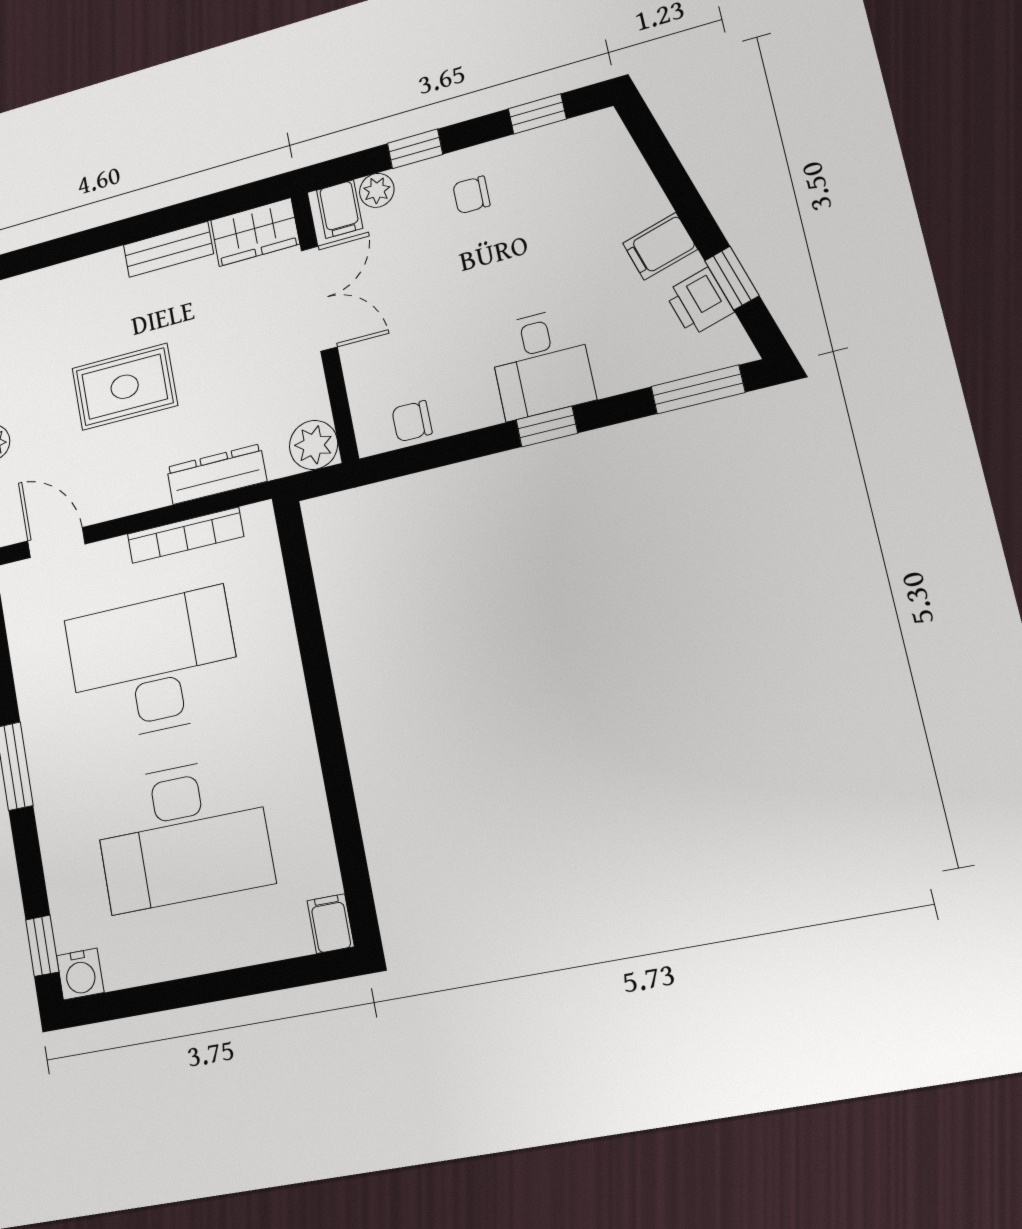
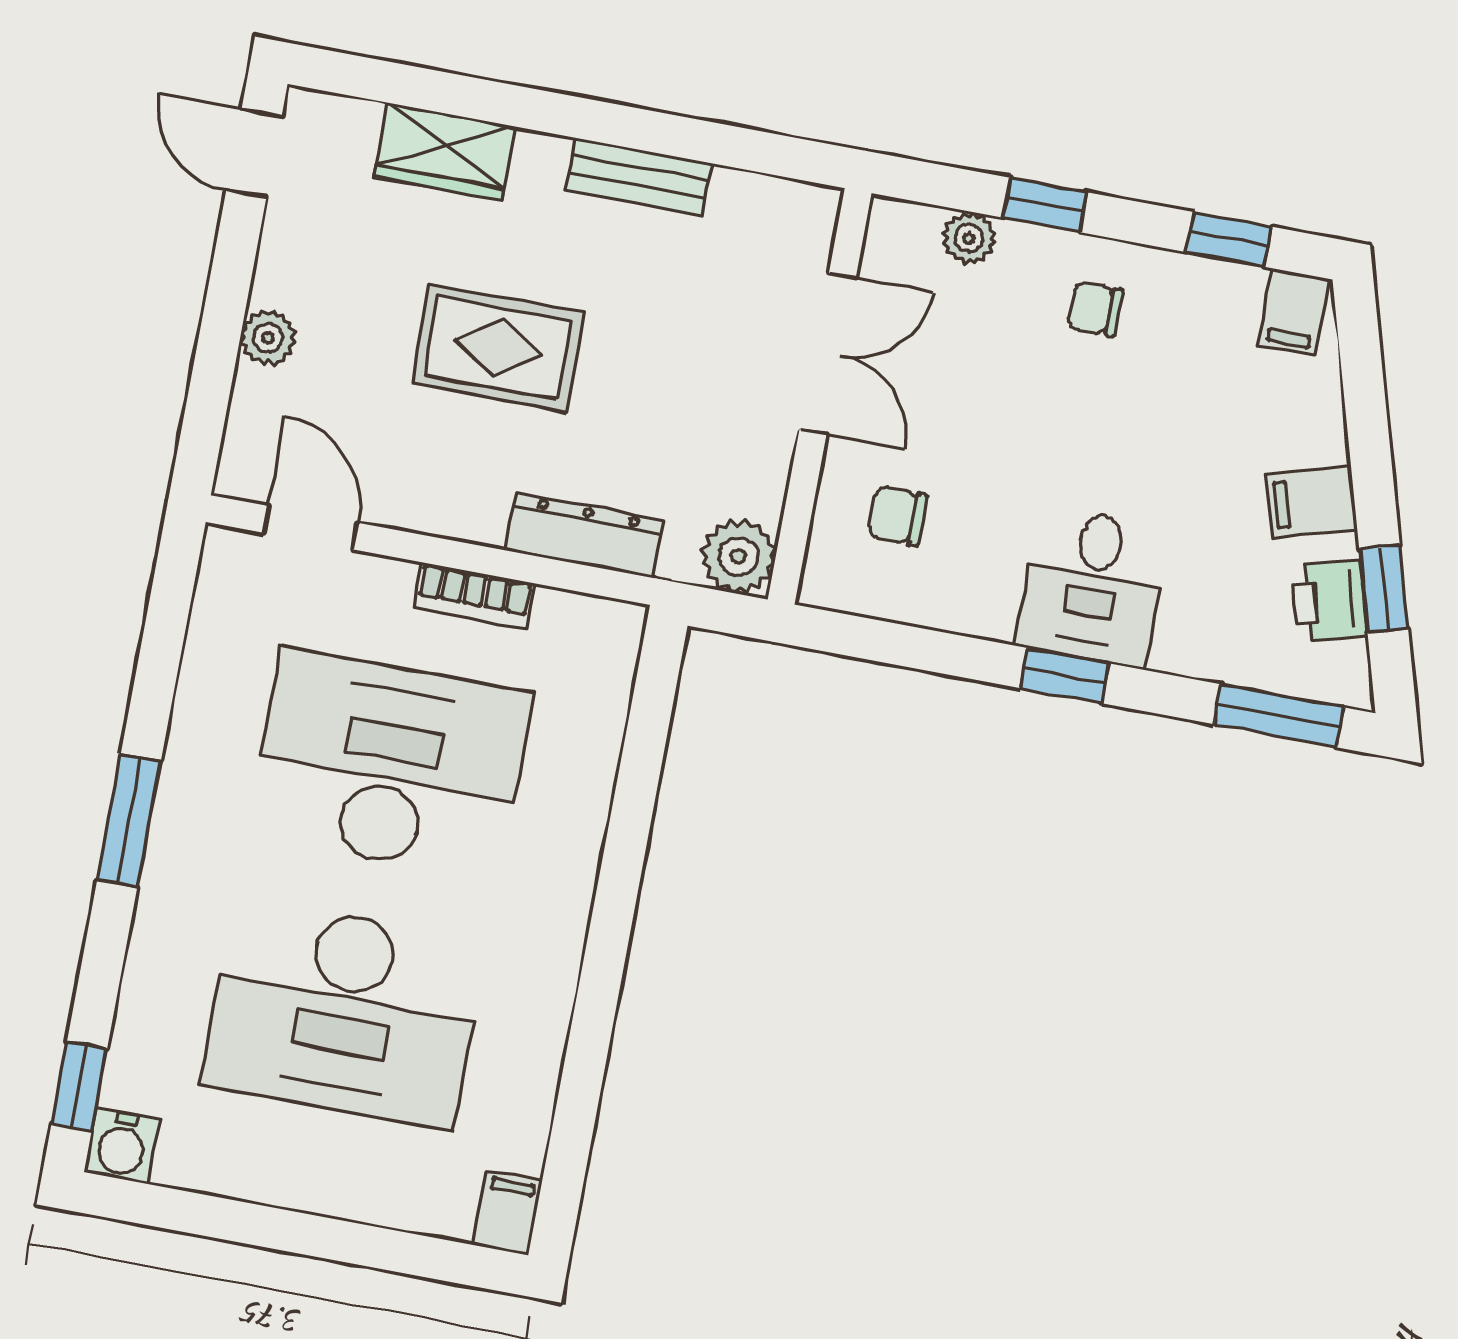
filing cabinet: (340, 209) -> (1294, 312), moved
wardrobe: (255, 232) -> (445, 152), moved
chair: (412, 421) -> (897, 516), moved
bookcase: (185, 535) -> (474, 595), width x0.64

